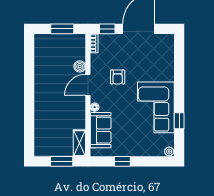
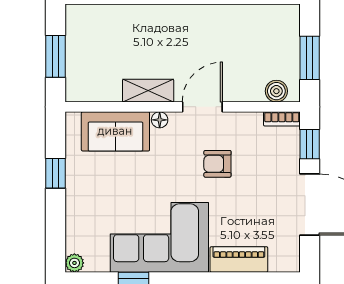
boiler: (80, 66) -> (276, 91), moved
piano: (167, 66) -> (239, 259), added
door: (88, 85) -> (202, 107), hinge flipped
shelving: (79, 143) -> (148, 91), moved

